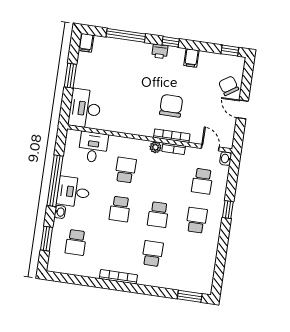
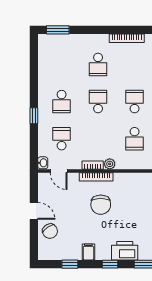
printer: (160, 51) -> (125, 251), width x1.87, depth x1.48
window: (230, 51) -> (70, 264), moved

